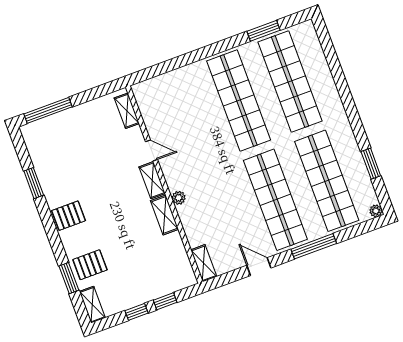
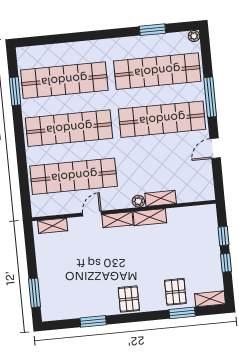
window: (48, 110) -> (34, 293), width x0.69
shop shelf: (187, 119) -> (74, 176), added
shelving: (204, 263) -> (161, 198), moved

